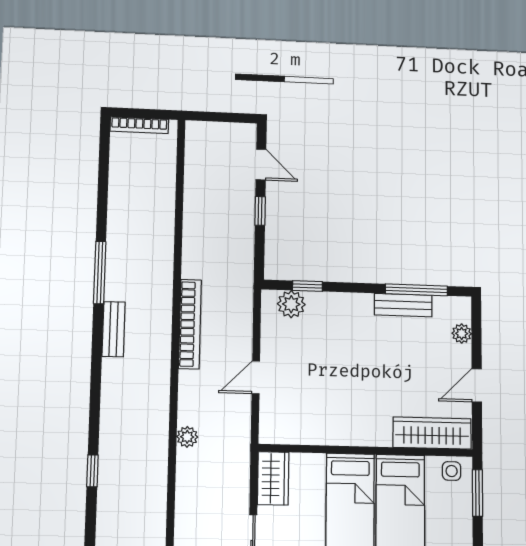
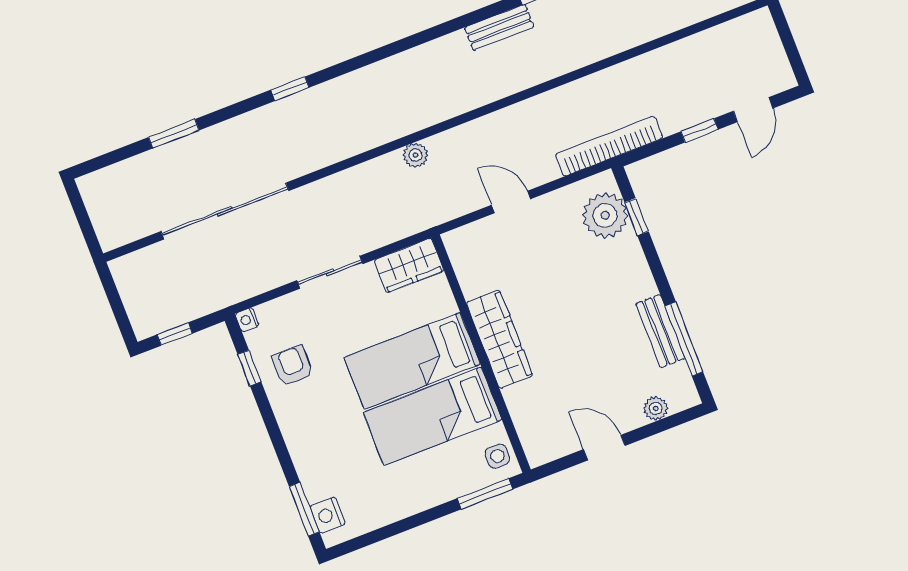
plant: (291, 304) -> (605, 215), width x1.36, depth x1.36
bookcase: (190, 324) -> (609, 146), moved, turned 180
wardrobe: (432, 433) -> (499, 339), moved
window: (92, 471) -> (290, 89), moved

